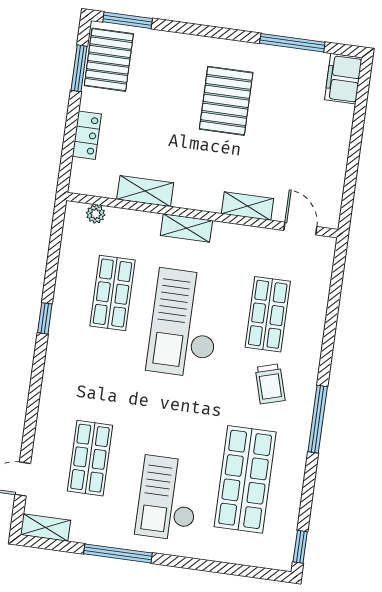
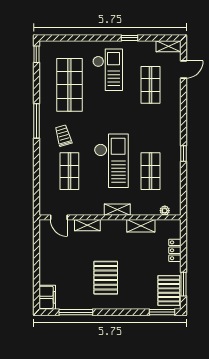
window: (118, 553) -> (129, 38), width x0.46

